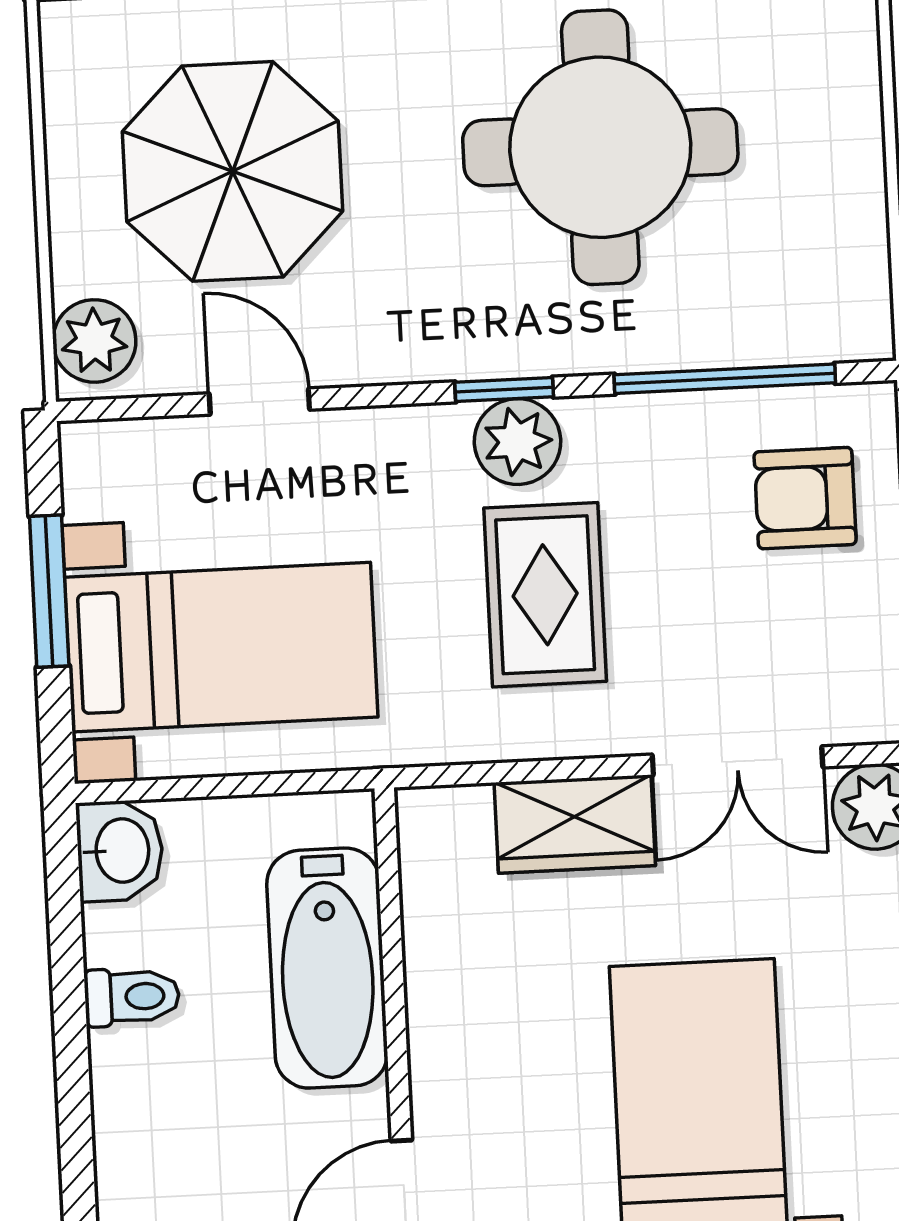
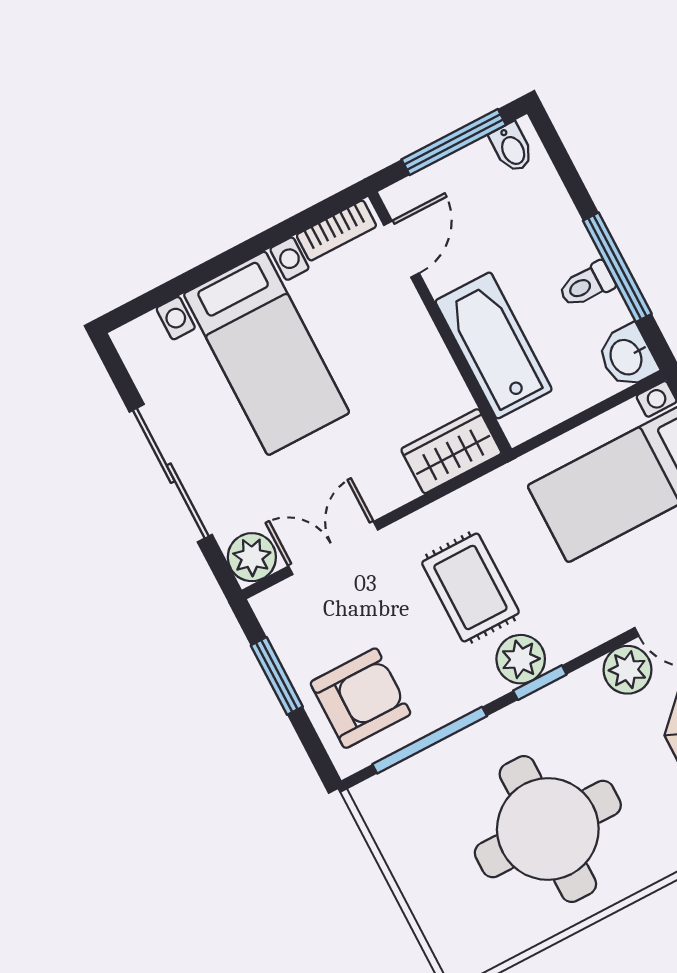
plant: (353, 345) -> (628, 670), added
armchair: (805, 498) -> (361, 698), width x1.38, depth x1.38
wardrobe: (575, 824) -> (451, 451), moved
window: (69, 1002) -> (617, 267), added

